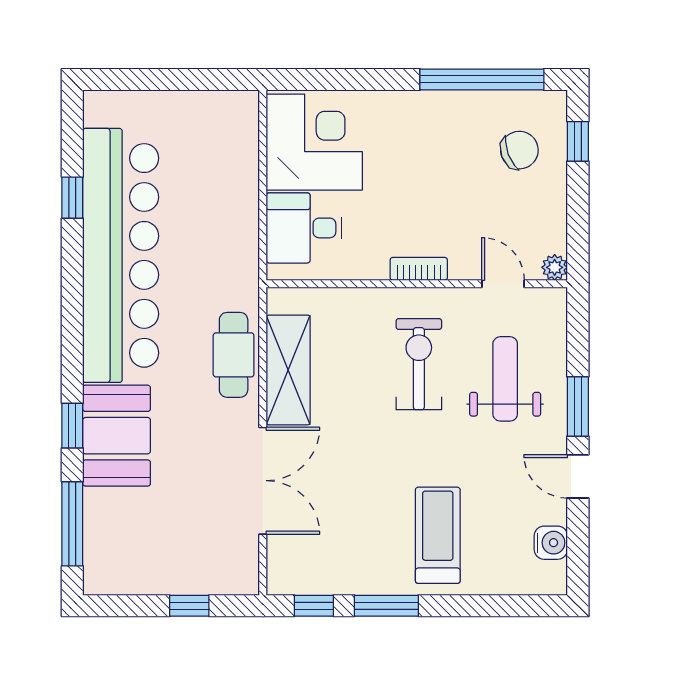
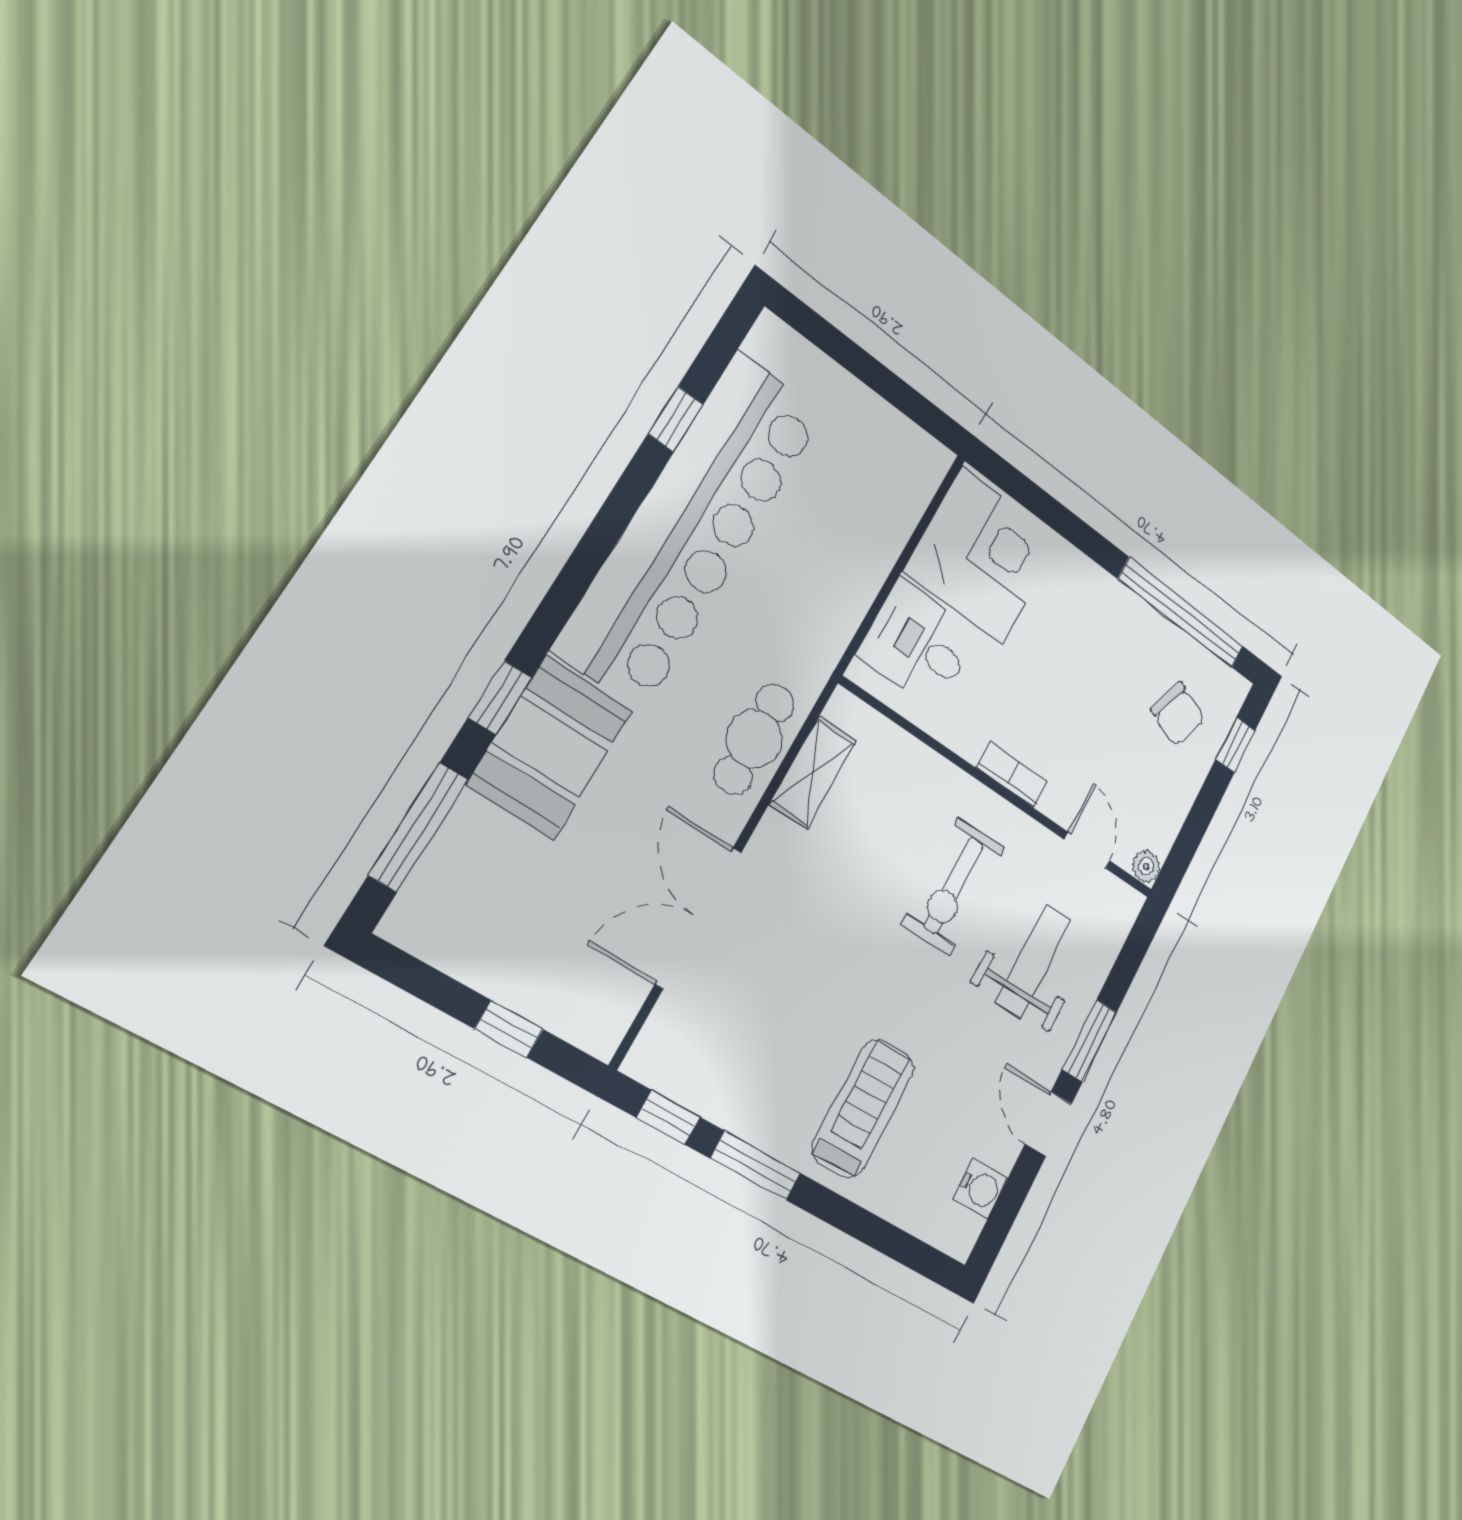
chair: (519, 150) -> (1178, 714), turned 42
exercise bike: (419, 364) -> (953, 886), turned 180
shelving: (288, 370) -> (813, 772), width x0.67, depth x0.75
double door: (263, 481) -> (698, 918), swing flipped

